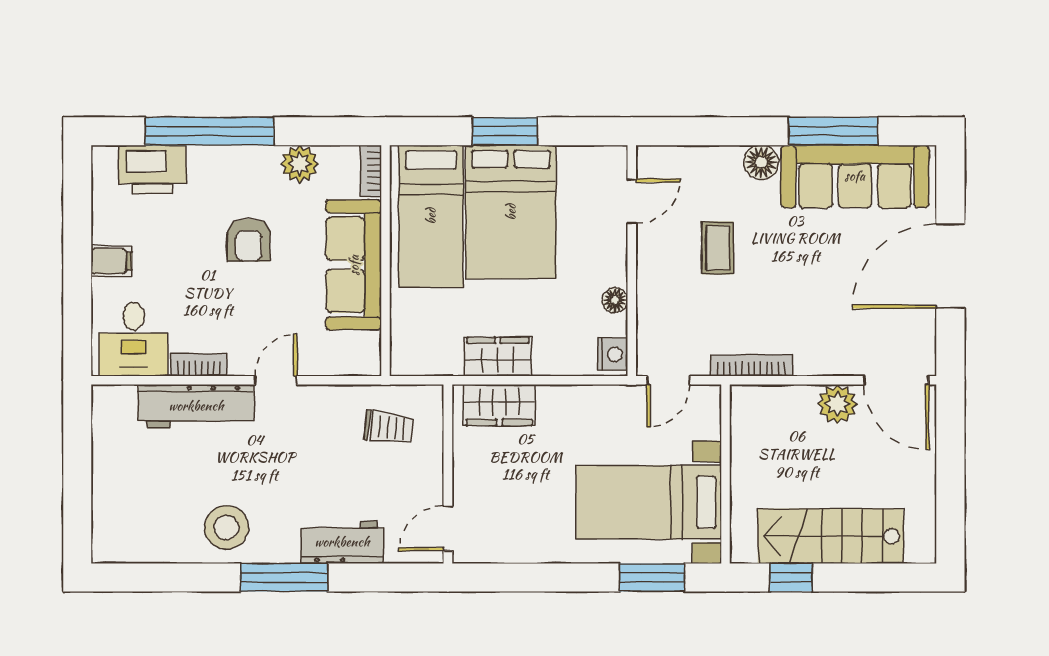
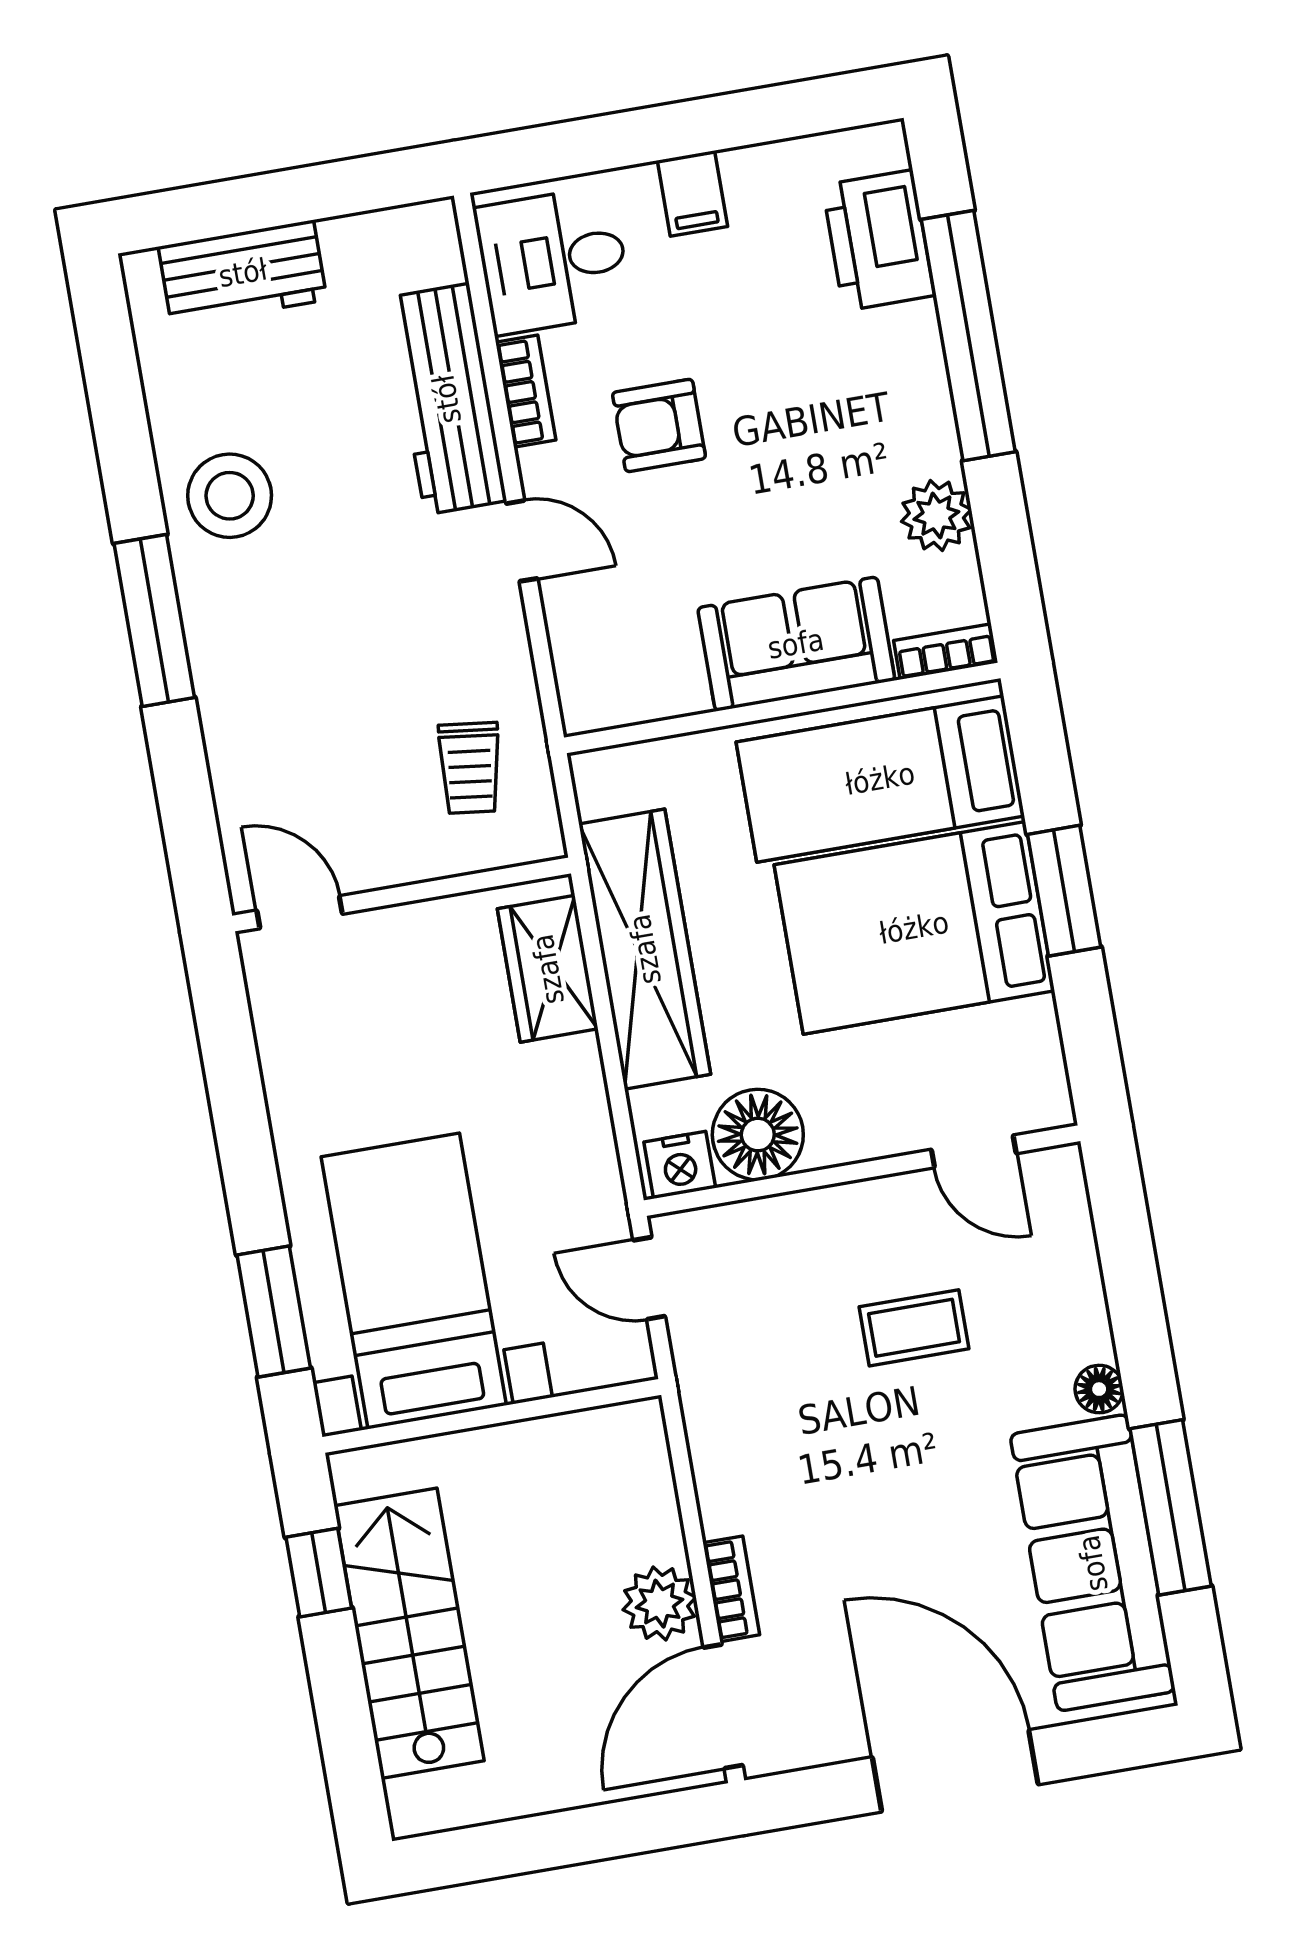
floor lamp: (761, 162) -> (1099, 1389), width x0.73, depth x0.73
armchair: (249, 240) -> (659, 425), moved
sofa: (354, 265) -> (796, 644), width x0.73
floor lamp: (615, 300) -> (758, 1135), width x1.89, depth x1.89
wardrobe: (498, 357) -> (645, 949), width x2.10, depth x1.17
bookcase: (751, 366) -> (731, 1589), moved, width x0.64
workbench: (342, 542) -> (243, 273), moved, turned 90

